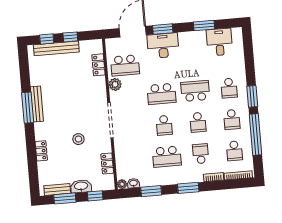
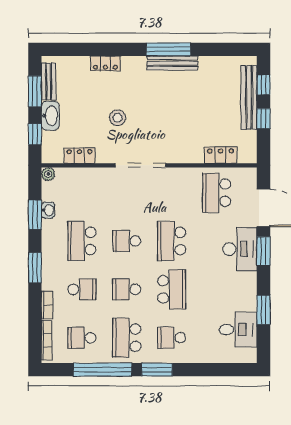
plant: (115, 84) -> (191, 176), removed
school desk: (232, 119) -> (127, 338), width x1.85
washbasin: (133, 183) -> (48, 210), moved

